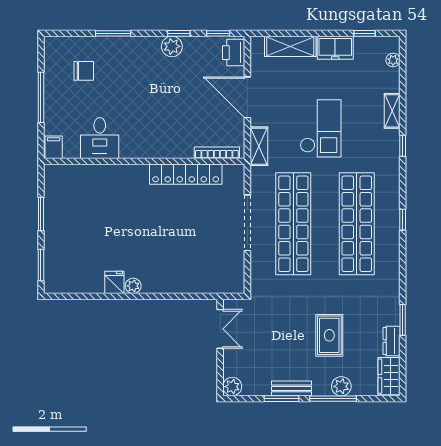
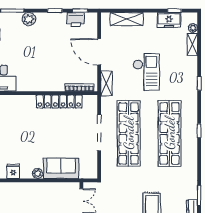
plant: (172, 46) -> (29, 19), moved
freezer: (335, 48) -> (169, 20), moved
printer: (234, 53) -> (76, 20), moved, turned -90
shelving: (392, 111) -> (192, 45), moved
sofa: (189, 278) -> (61, 168), added
plant: (133, 286) -> (37, 173), moved

